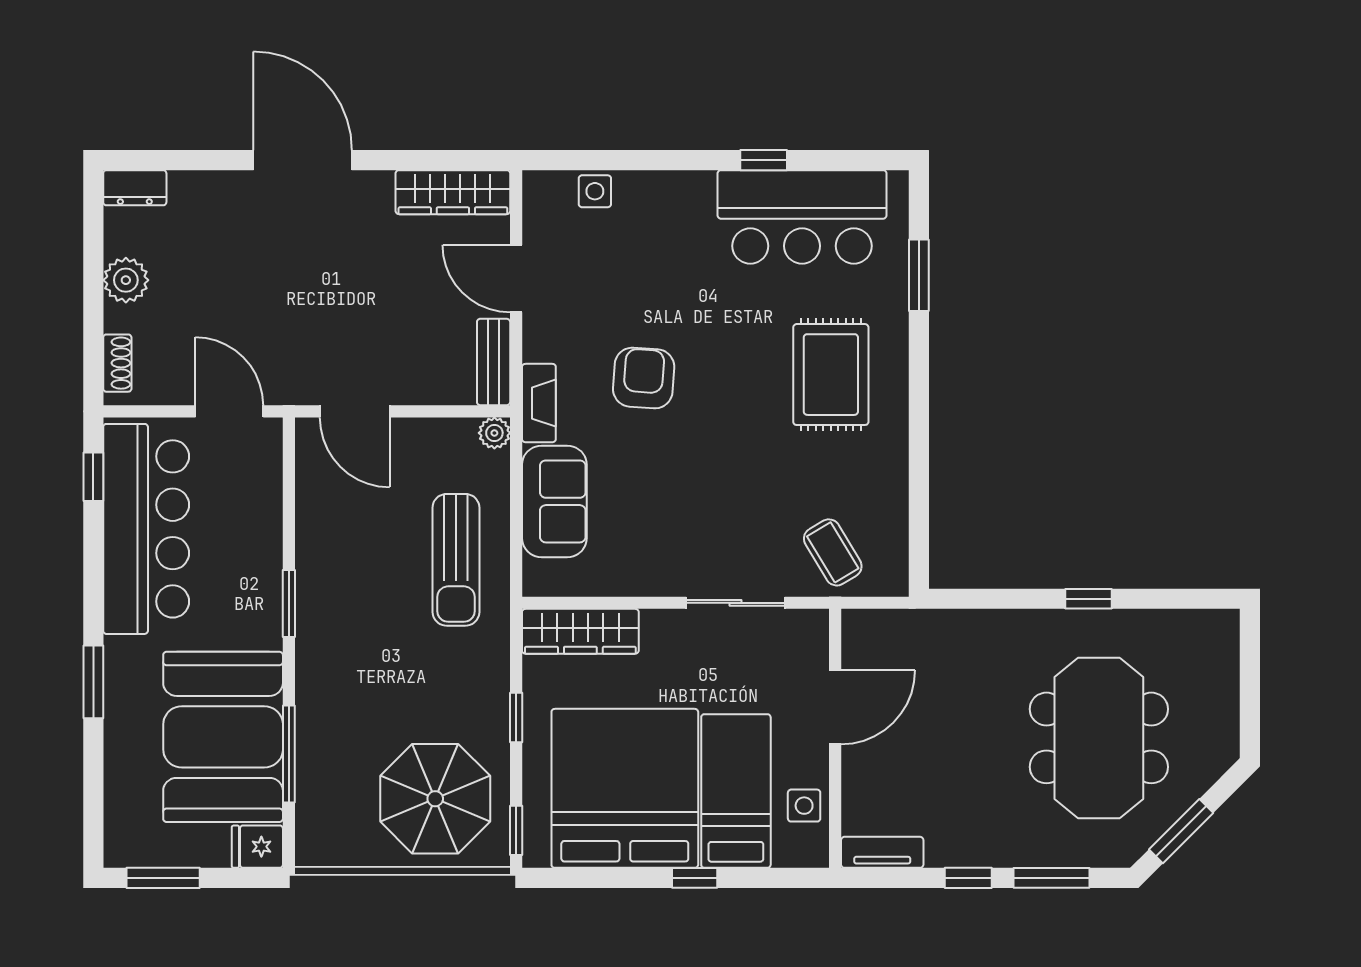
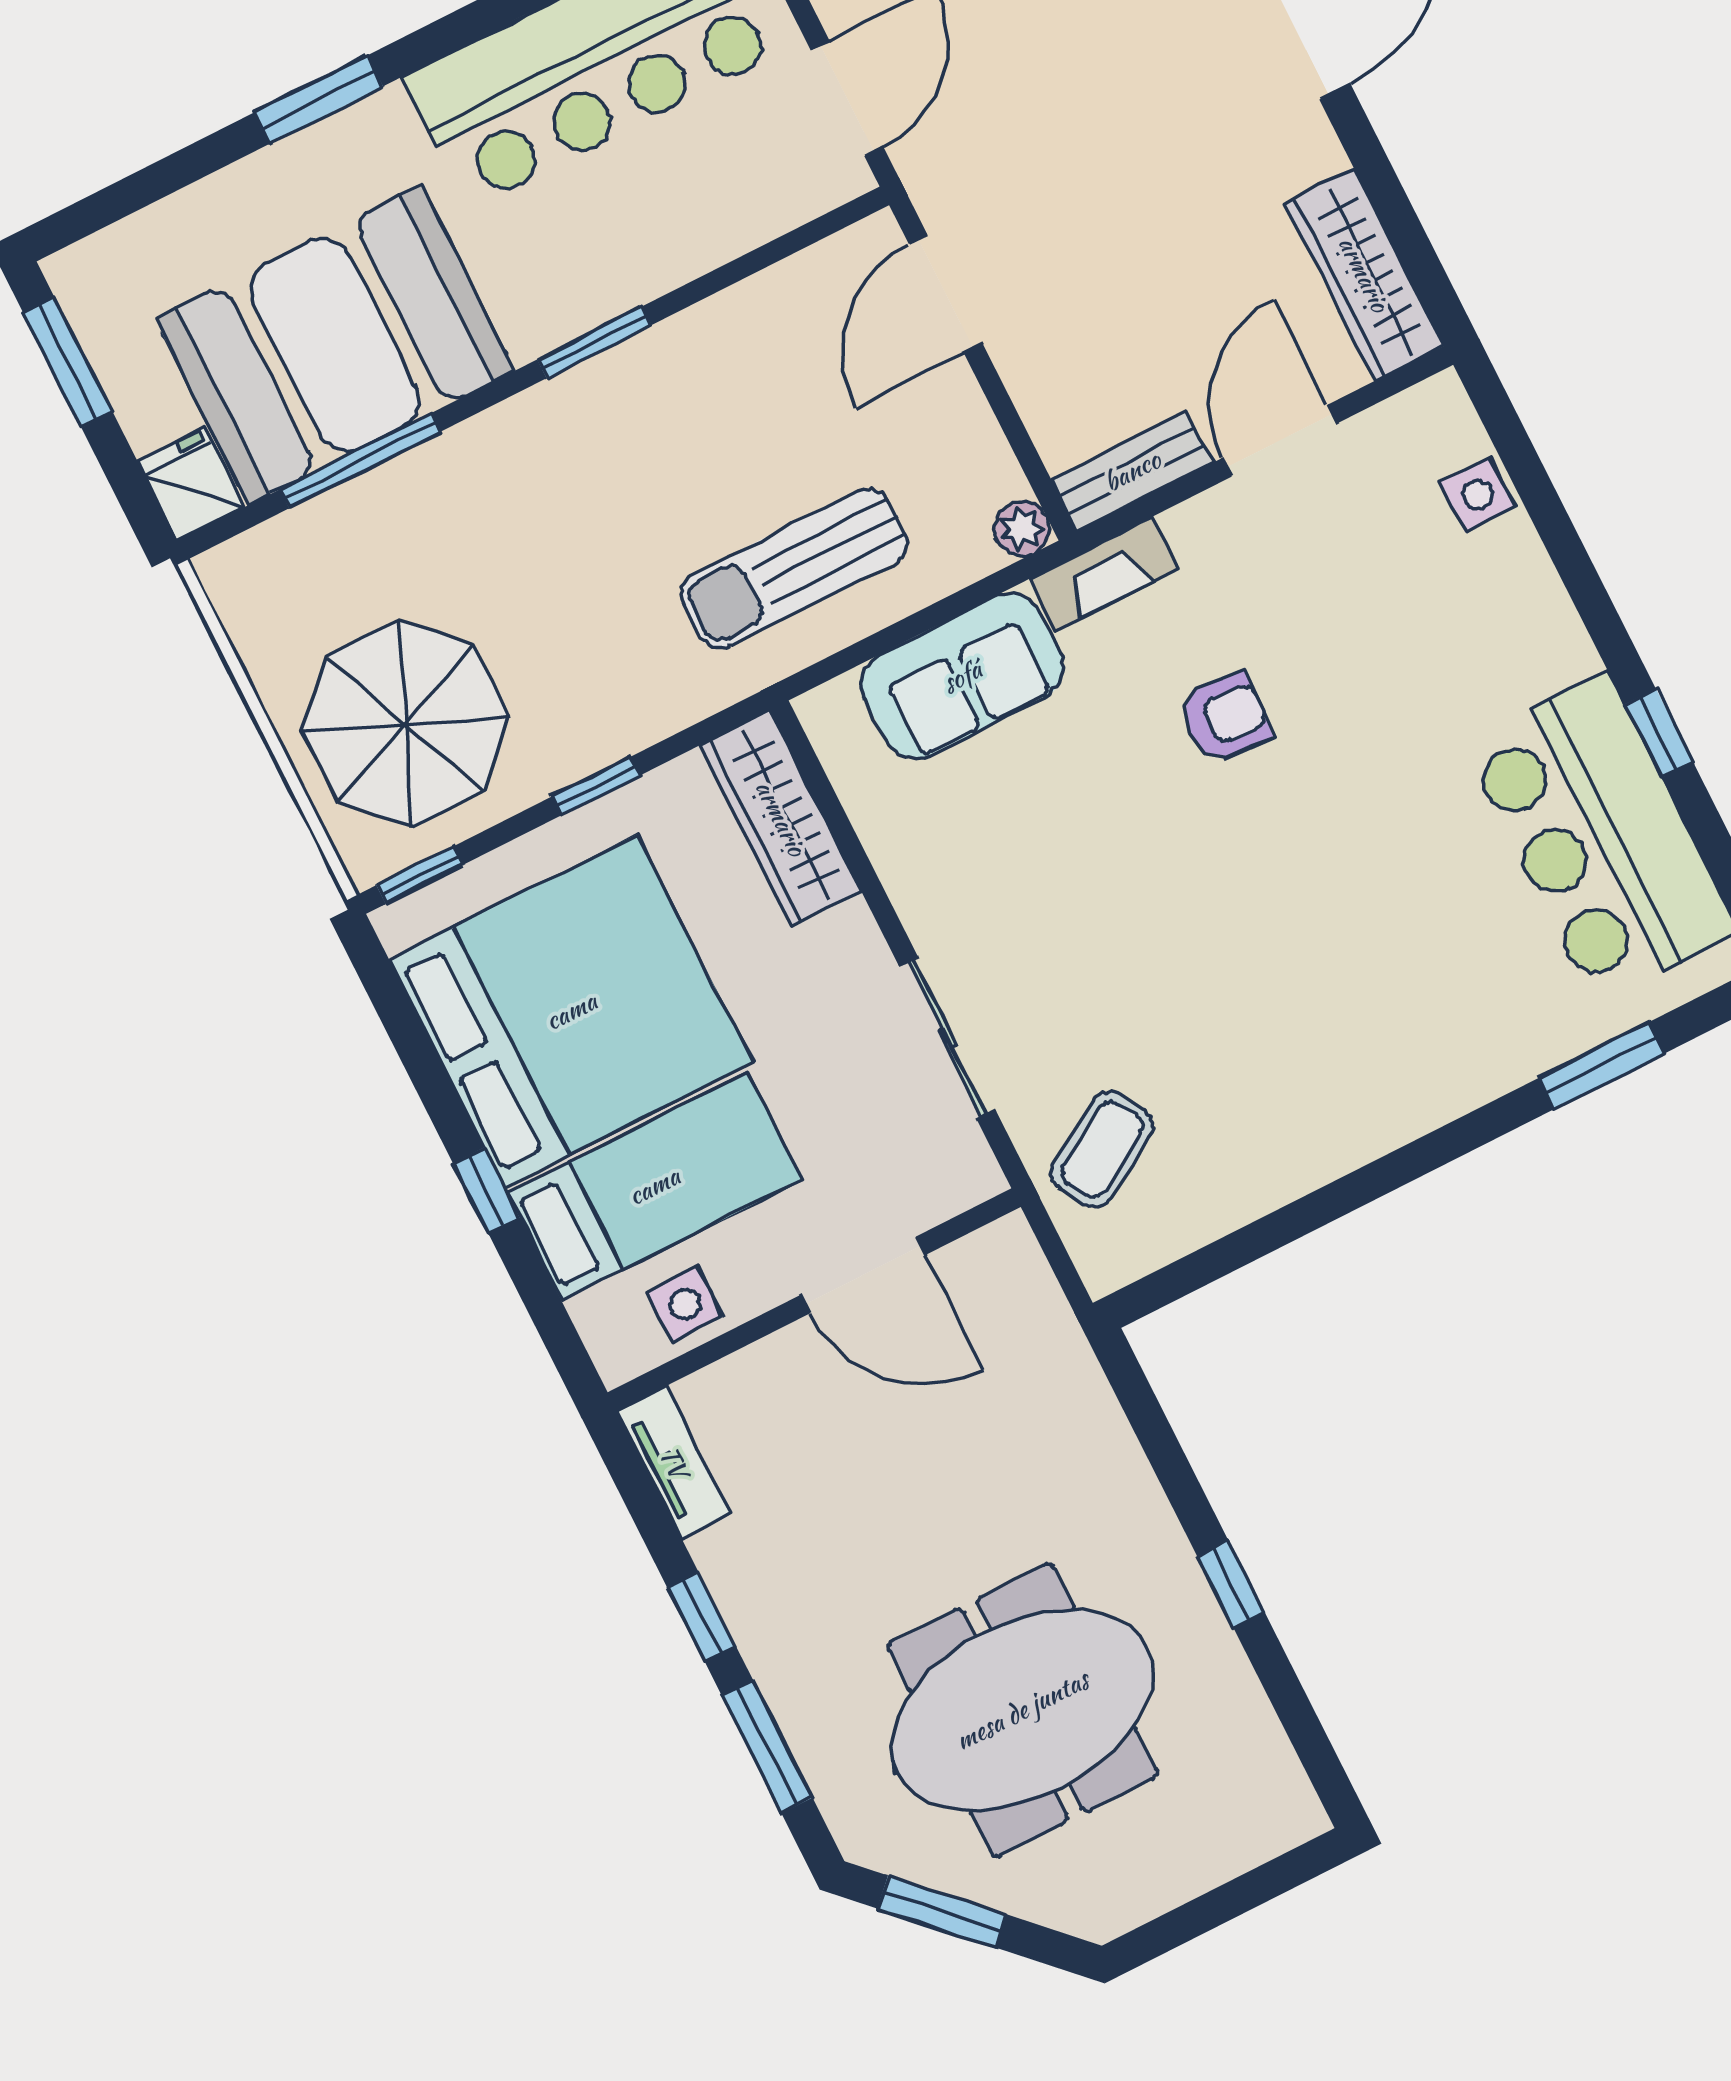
rug: (831, 375) -> (1378, 1007), removed
armchair: (644, 378) -> (1225, 718), width x0.72, depth x0.72

